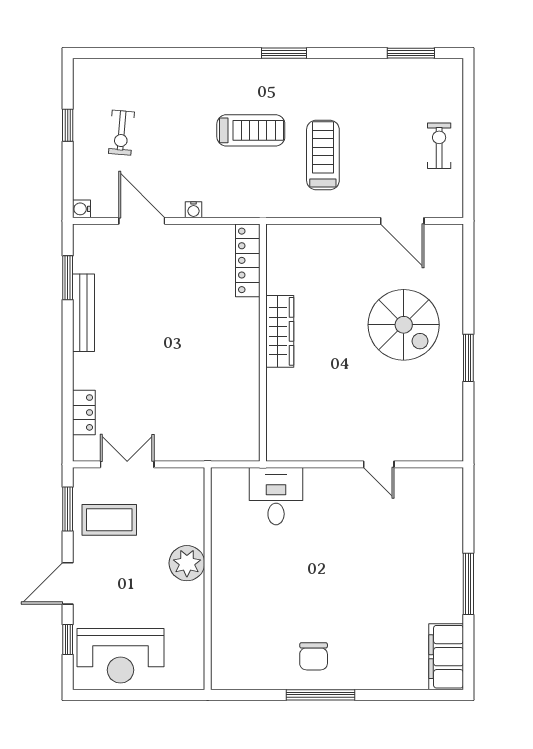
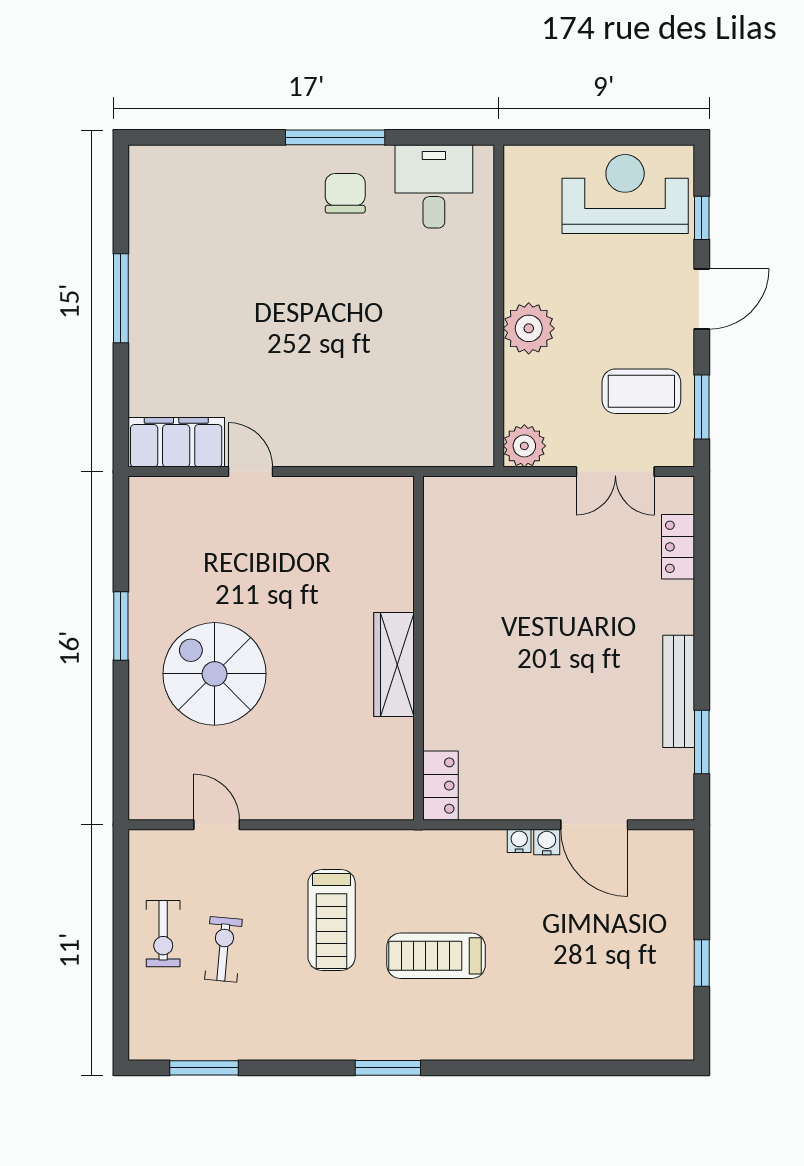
exercise bike: (121, 133) -> (223, 949), moved
water cooler: (81, 209) -> (547, 842), moved, turned -90
door: (402, 221) -> (217, 825), width x0.73
locker: (248, 260) -> (440, 786), width x0.66
plant: (190, 482) -> (524, 446), added
desk: (276, 496) -> (434, 186), moved, turned 180
filing cabinet: (446, 657) -> (176, 442), moved, turned -90

